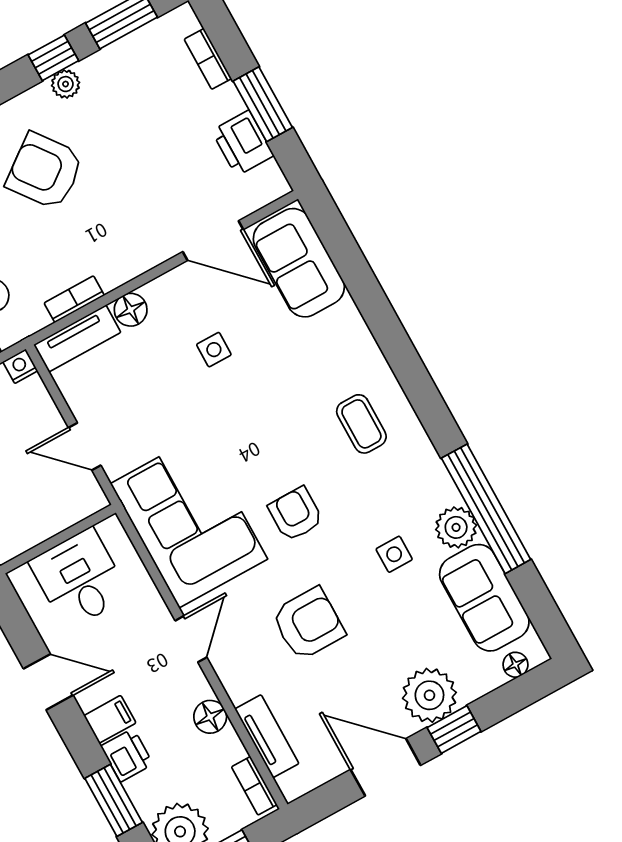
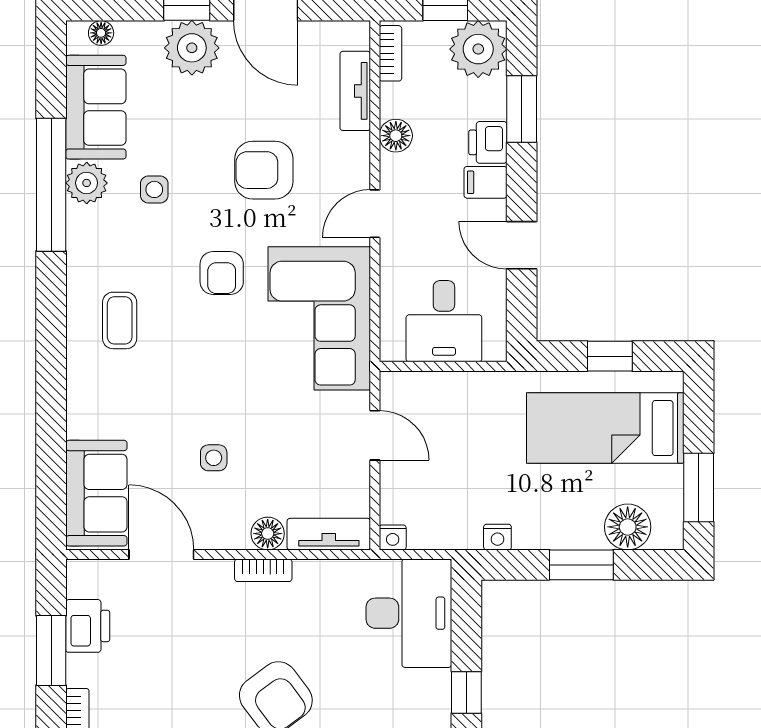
bookcase: (74, 299) -> (263, 570), moved

